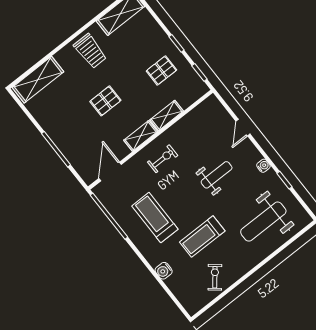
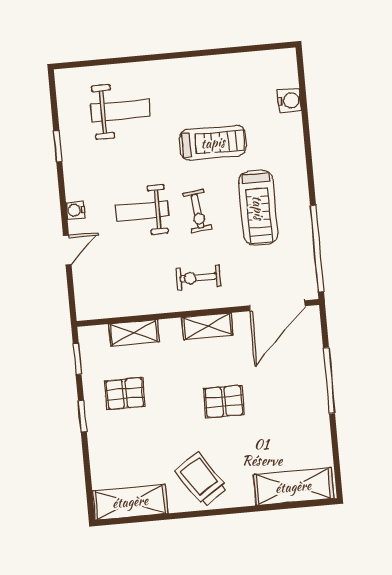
trolley: (90, 51) -> (201, 479), turned -34
shelving: (167, 115) -> (134, 333), moved
water cooler: (263, 166) -> (75, 210), moved
door: (110, 171) -> (277, 306), width x1.36
weight bench: (263, 222) -> (120, 110), width x0.73, depth x0.75
water cooler: (164, 271) -> (289, 101), moved
exercise bike: (215, 277) -> (197, 211), moved, turned -46

